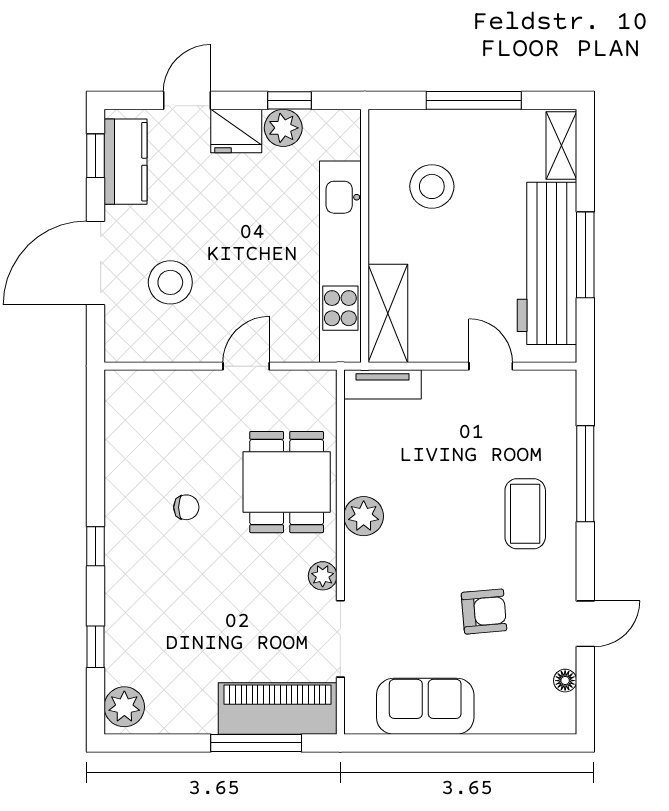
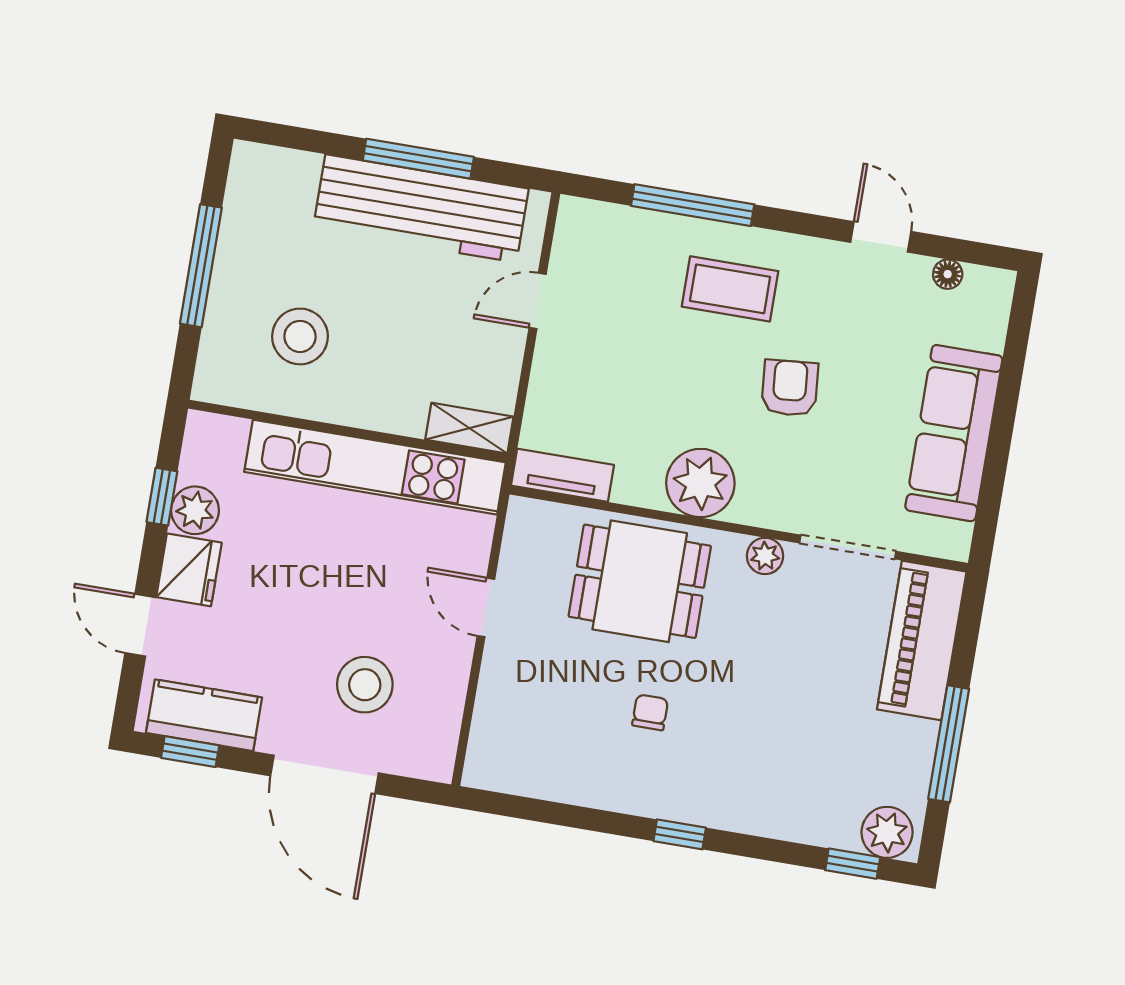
shelving: (561, 146) -> (276, 165), removed
shelving: (388, 313) -> (469, 428), width x0.67, depth x0.75
tv unit: (383, 384) -> (562, 475), moved, turned -90
plant: (364, 516) -> (700, 483), width x1.36, depth x1.36
armchair: (484, 612) -> (790, 388), moved
window: (96, 647) -> (853, 864), moved
sofa: (425, 706) -> (954, 433), width x1.36
window: (256, 743) -> (949, 744), moved

